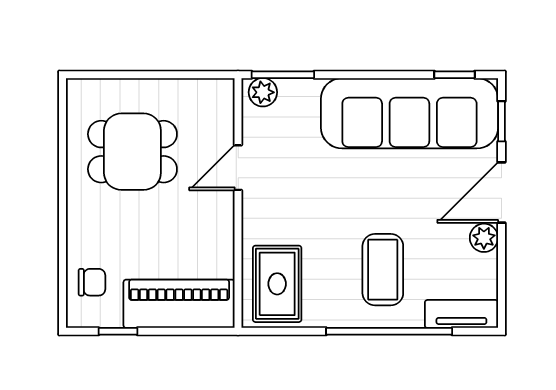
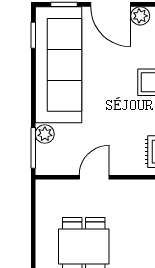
plant: (263, 92) -> (45, 134), moved
door: (238, 168) -> (94, 177), swing flipped

